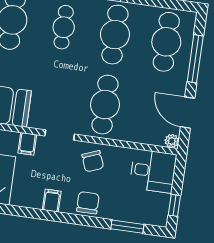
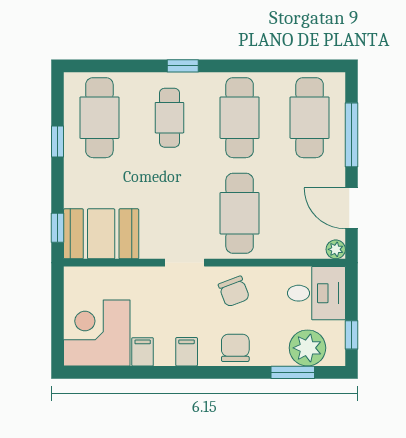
filing cabinet: (27, 144) -> (143, 352), moved, turned 180
plant: (141, 210) -> (307, 348), added

